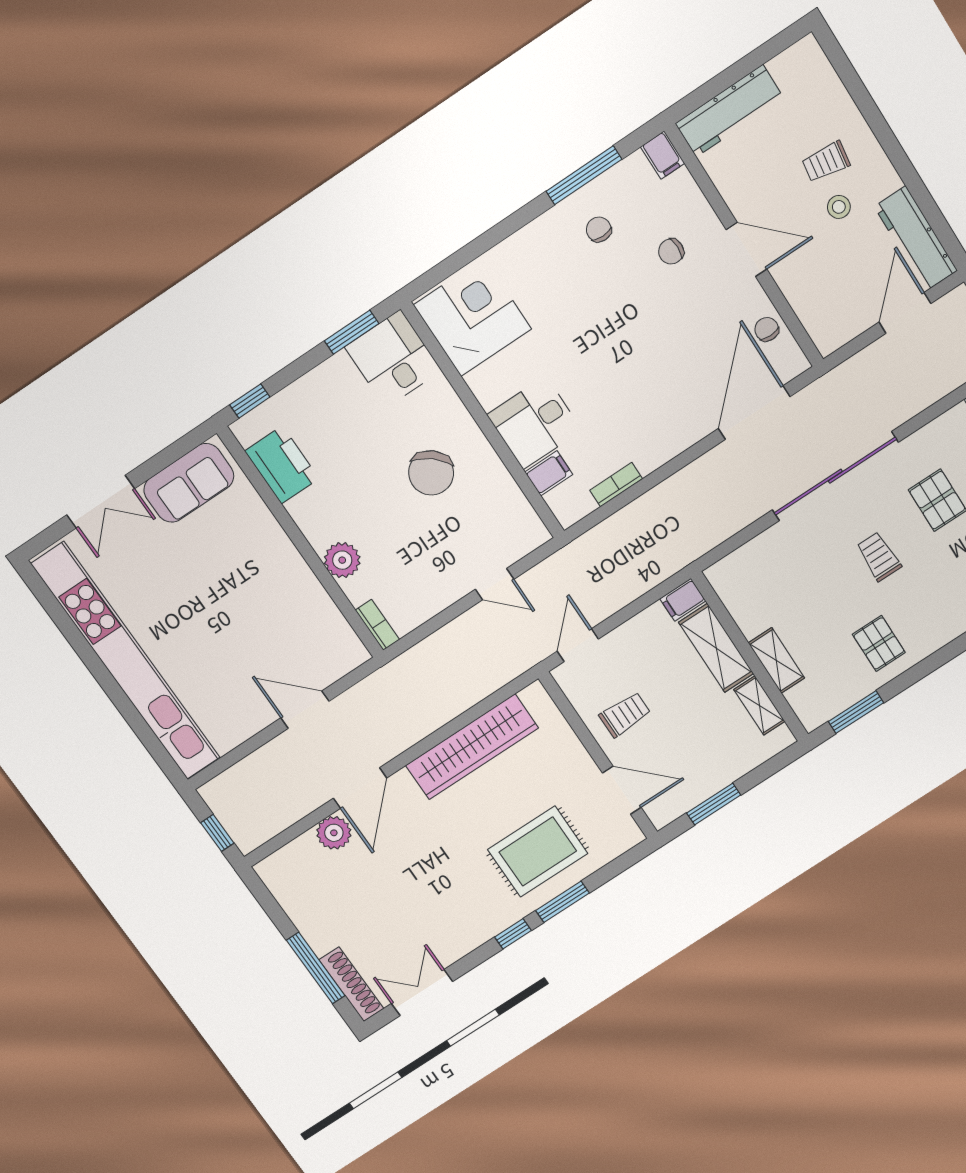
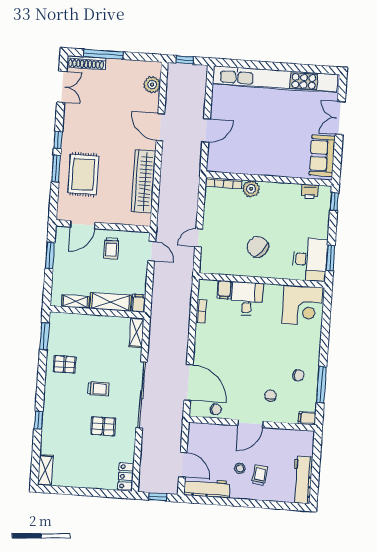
workbench: (729, 111) -> (302, 480), moved
desk: (393, 359) -> (310, 260), width x1.37
printer: (282, 465) -> (310, 192), width x0.53, depth x0.68
bookcase: (377, 625) -> (224, 183), width x1.56
shelving: (776, 660) -> (136, 332), moved, turned 90
plant: (334, 833) -> (152, 85), moved

